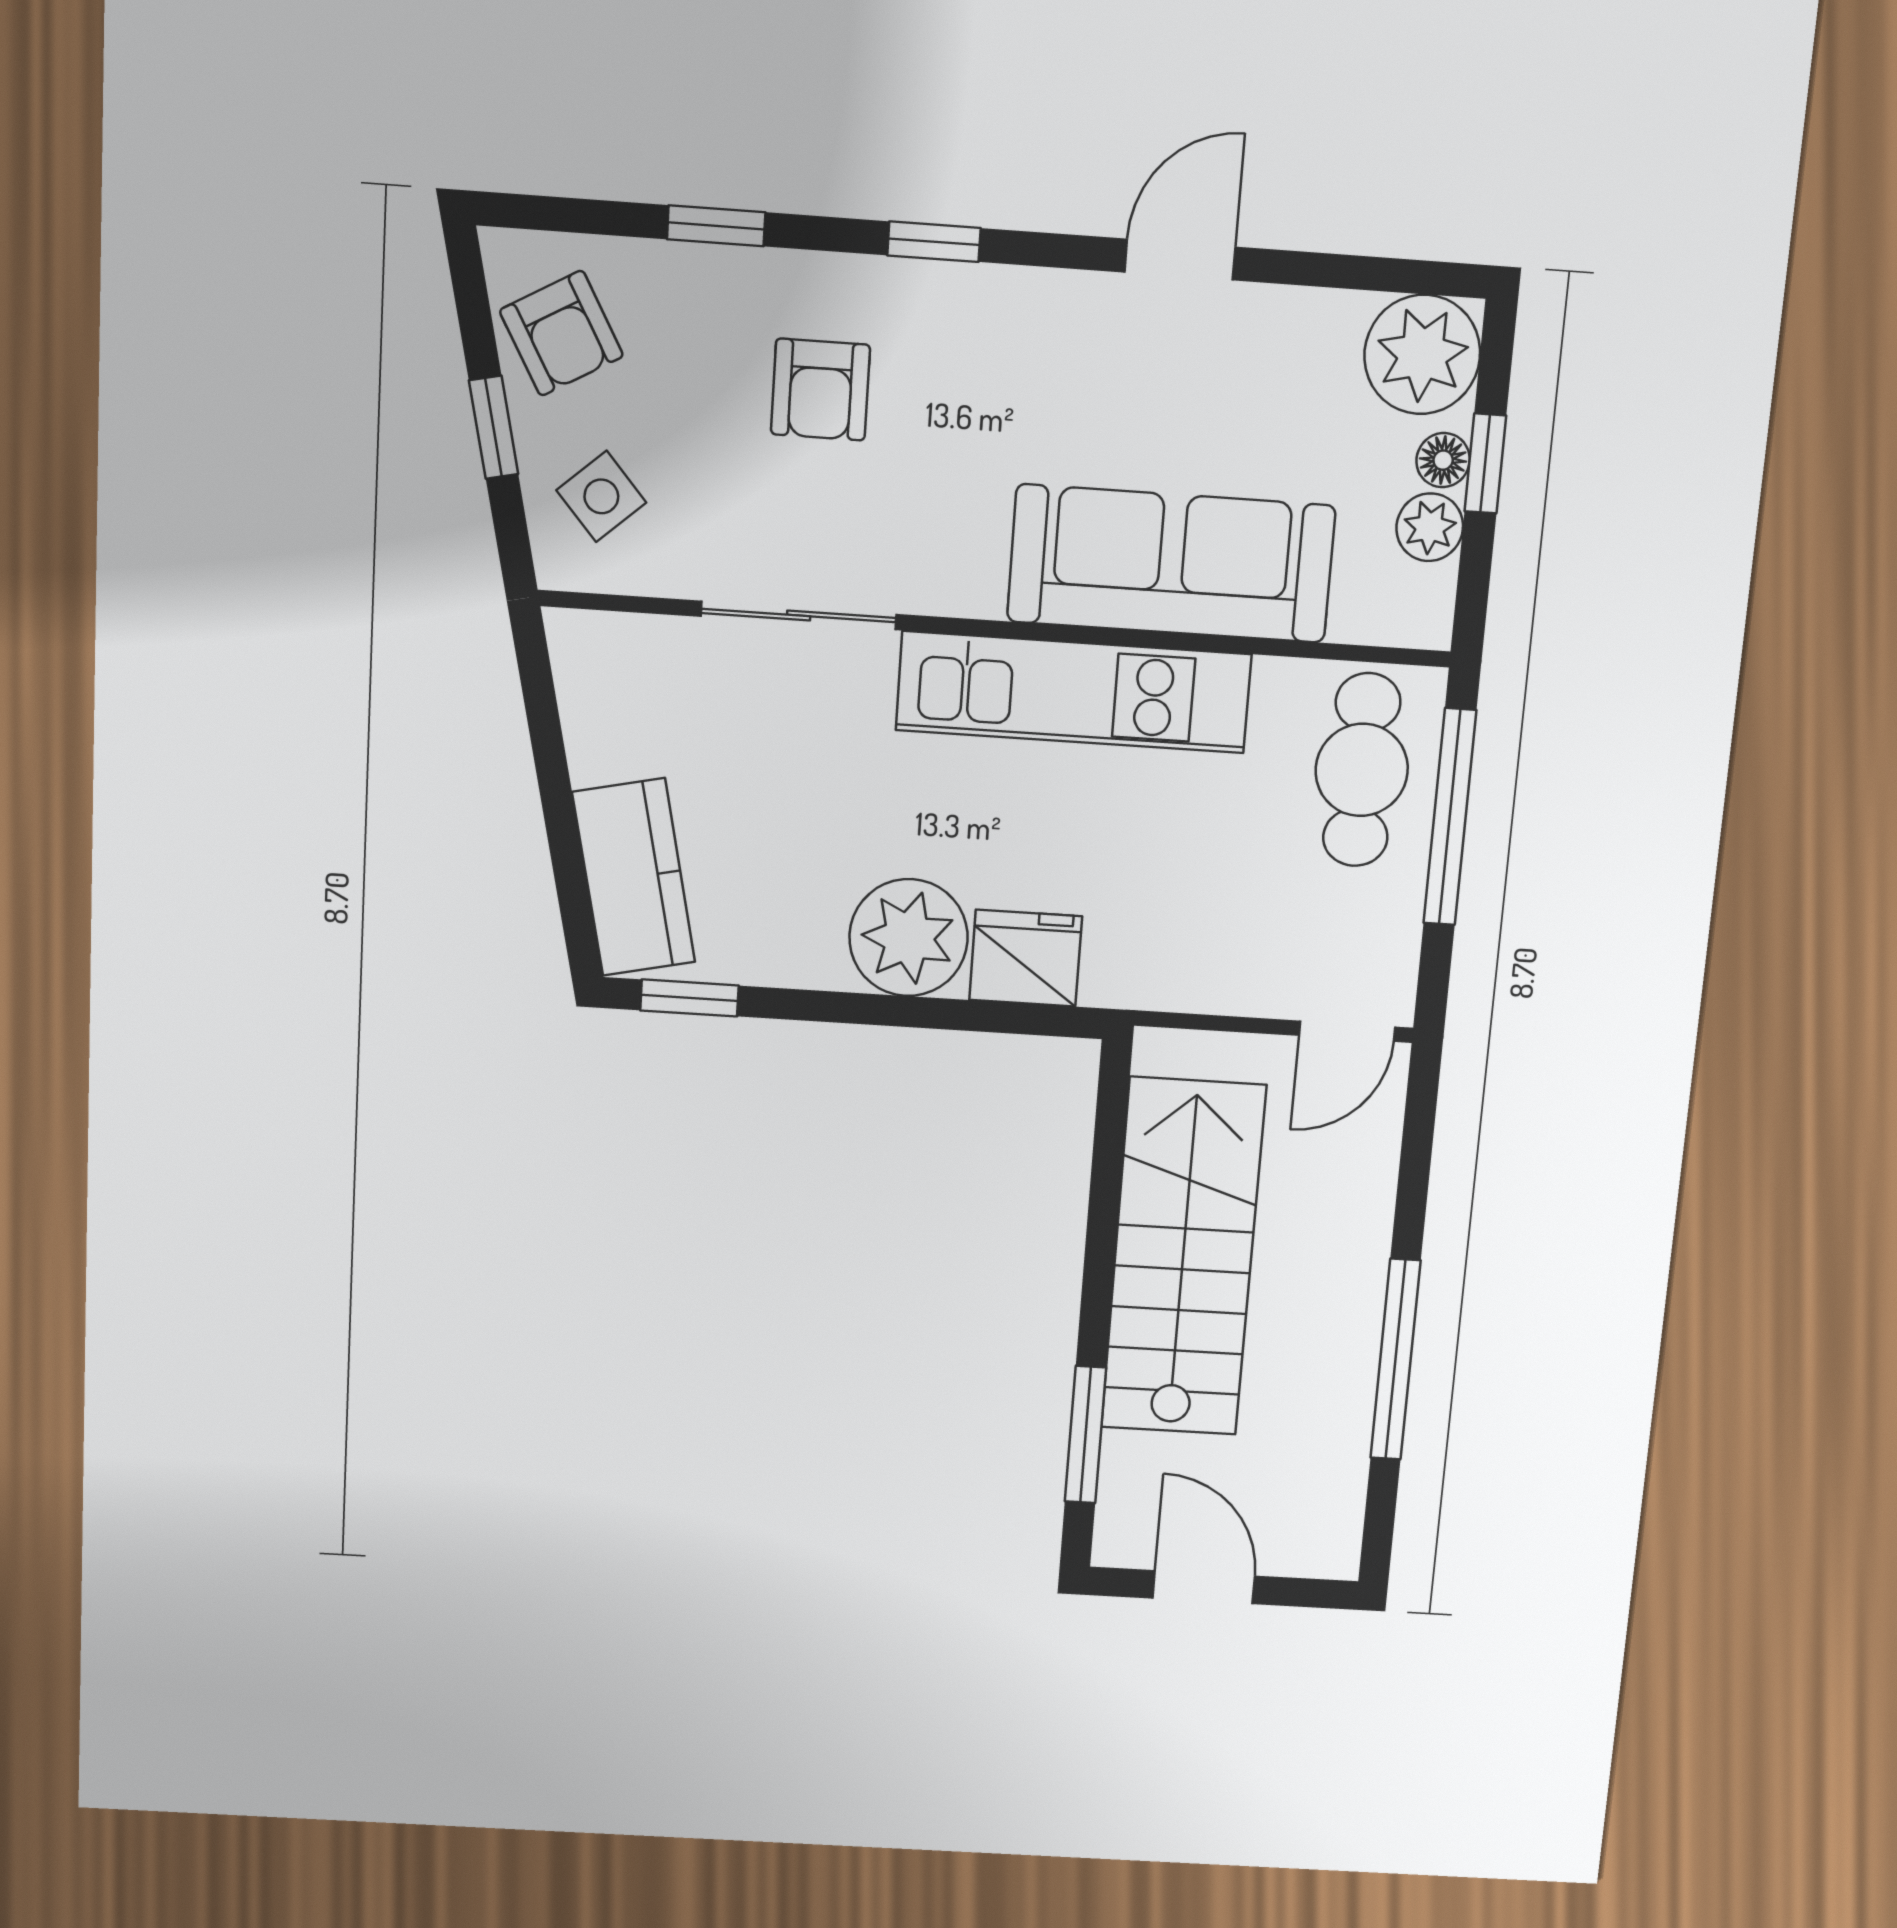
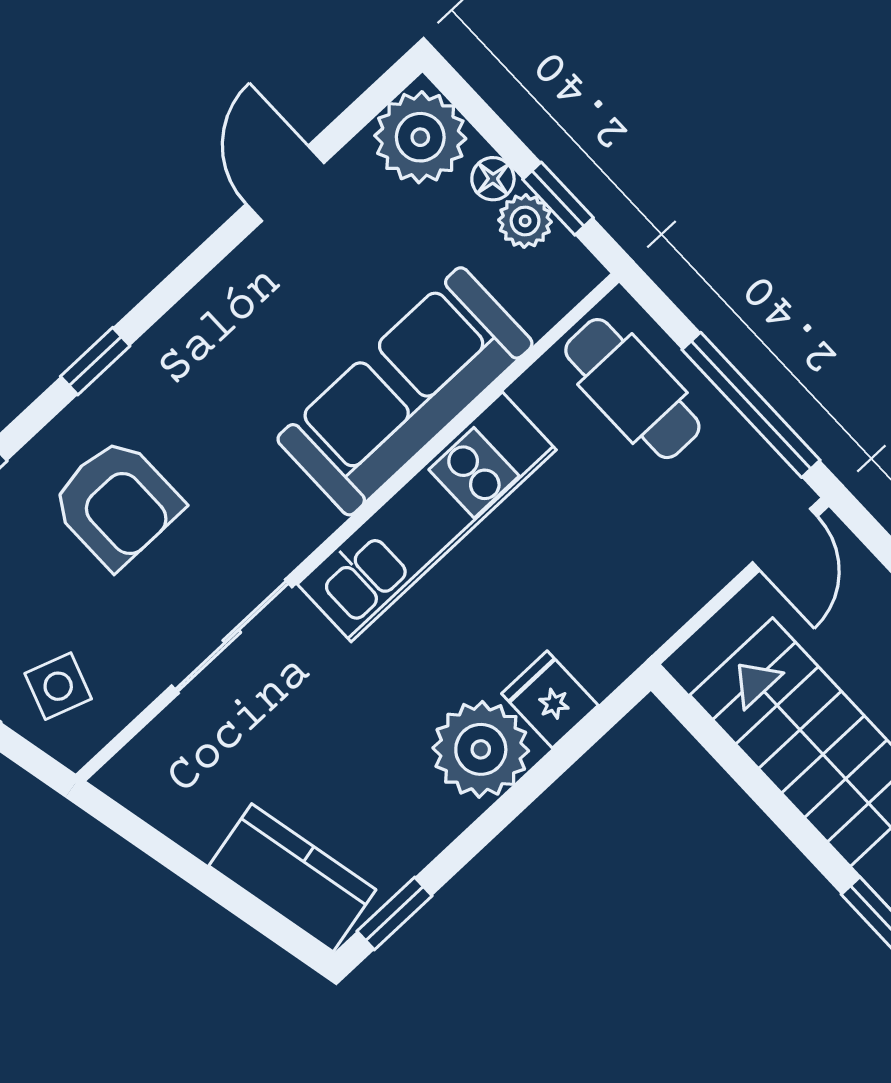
door: (1180, 260) -> (285, 183), moved
armchair: (820, 390) -> (116, 503), width x1.38, depth x1.38
window: (1485, 463) -> (558, 199), moved
side table: (601, 496) -> (58, 686), turned -30
window: (1450, 817) -> (751, 405), moved
fridge: (1026, 958) -> (550, 699), width x0.72

